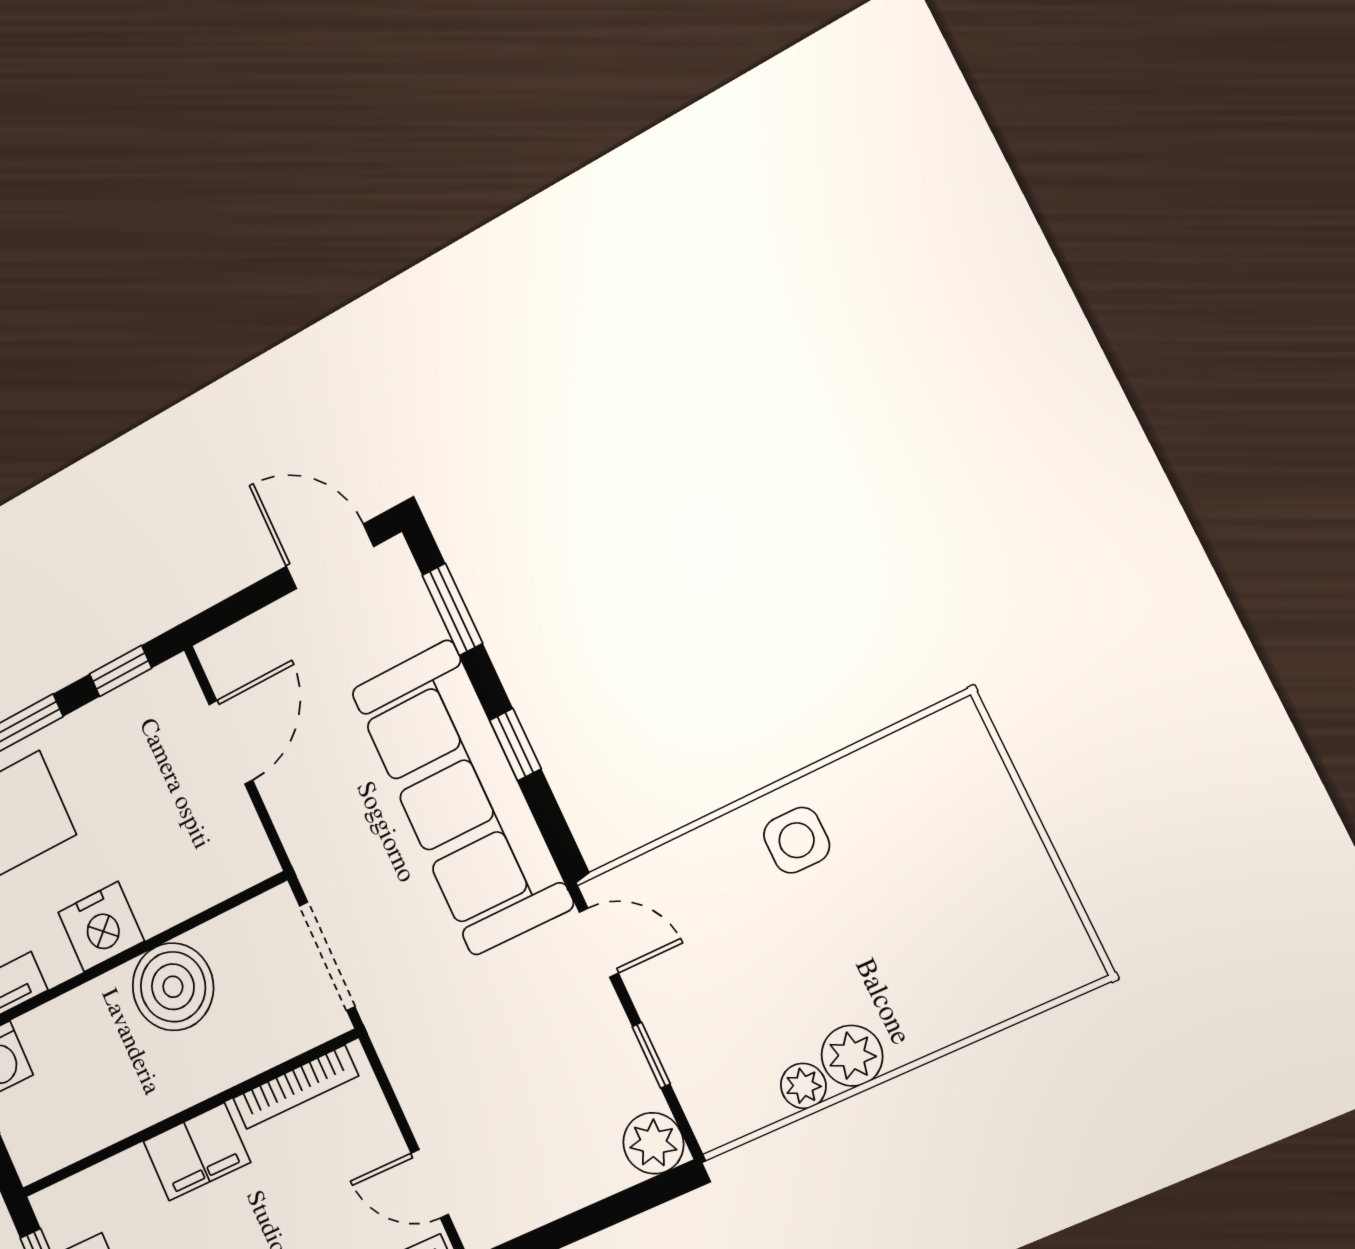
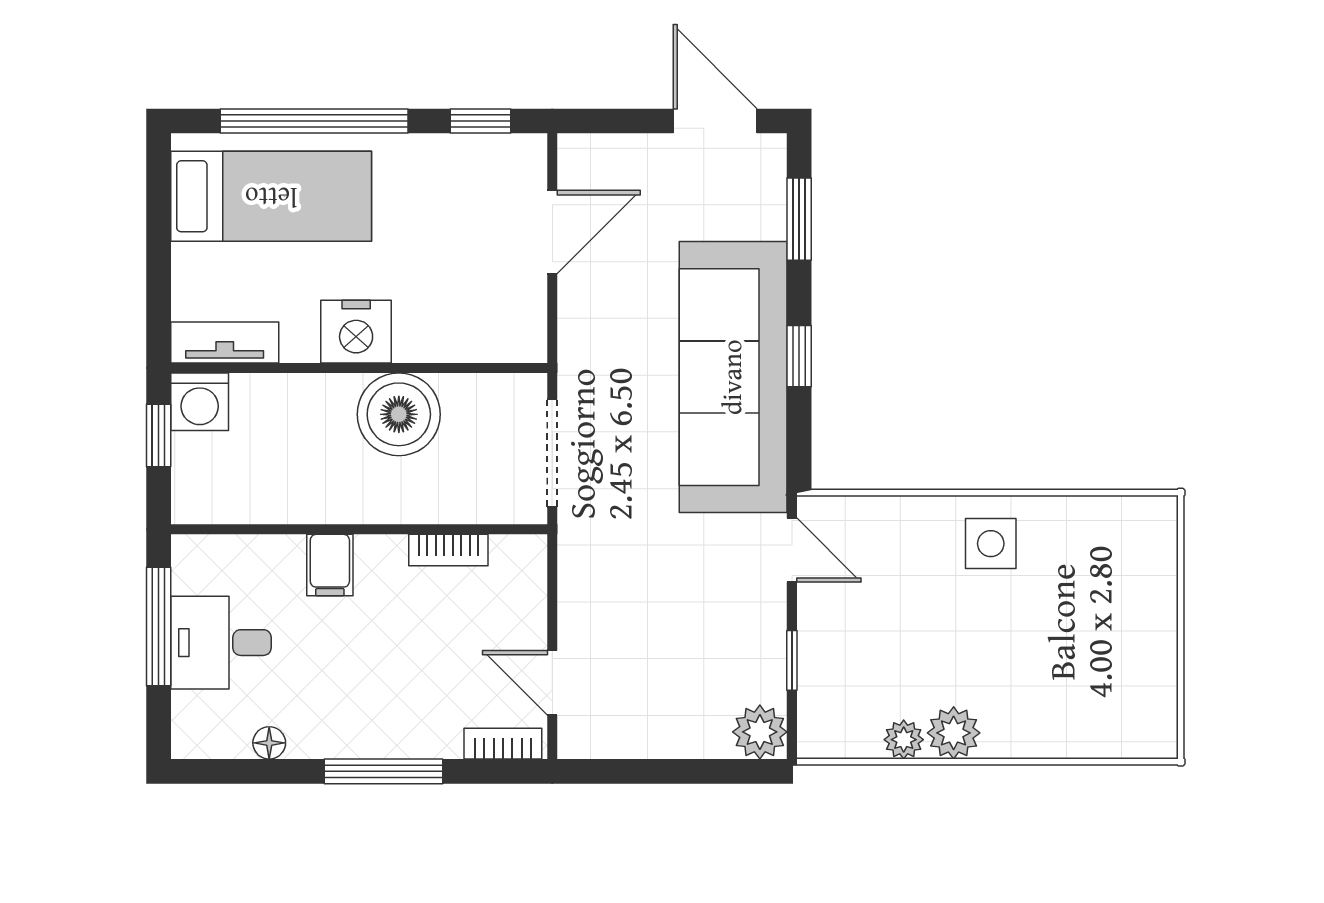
bookcase: (295, 1087) -> (448, 550), width x0.64
filing cabinet: (197, 1152) -> (330, 565), width x0.50

